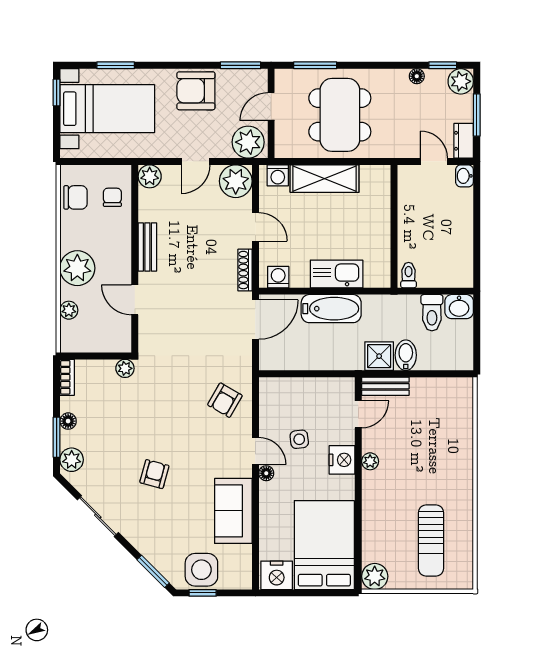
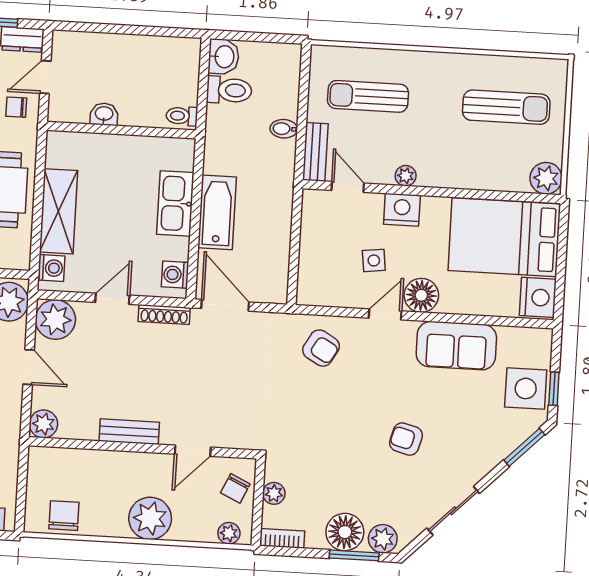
chair: (408, 139) -> (16, 107), added
washbasin: (464, 176) -> (104, 114), moved, turned 180
chair: (112, 197) -> (235, 488), moved, turned -65
plant: (69, 310) -> (229, 533), moved
bidet: (406, 355) -> (284, 129), width x0.72, depth x0.74
shower: (379, 356) -> (278, 157), removed
plant: (125, 368) -> (274, 493), moved
floor lamp: (68, 421) -> (345, 532), width x1.89, depth x1.89
sun lounger: (433, 427) -> (368, 96), added
floor lamp: (266, 473) -> (421, 295), width x1.89, depth x1.89

